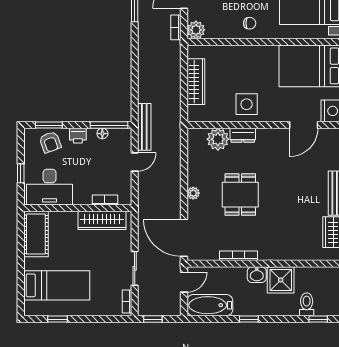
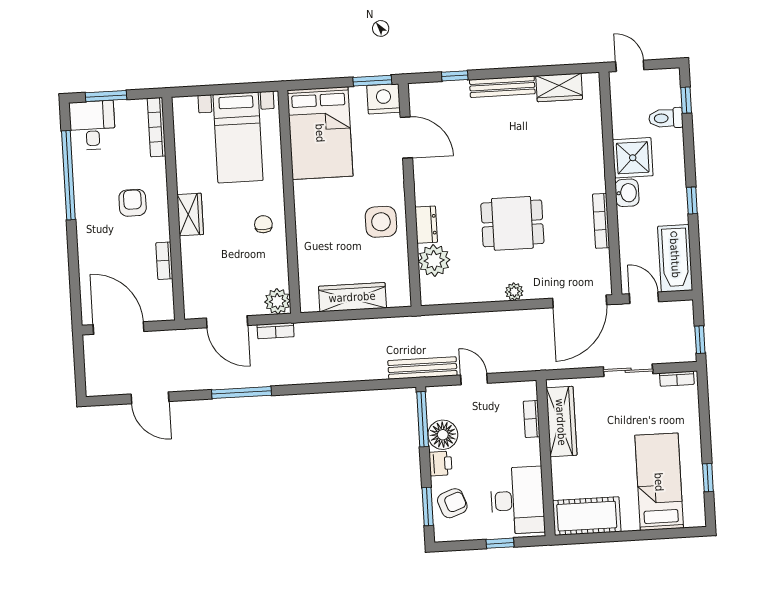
floor lamp: (102, 134) -> (443, 435), width x1.89, depth x1.89

